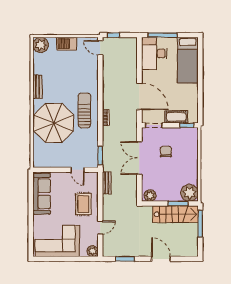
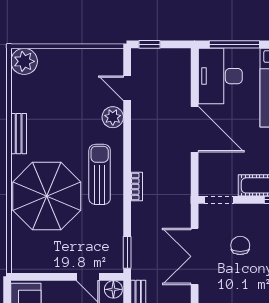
barbecue: (67, 44) -> (69, 59), removed
door: (100, 48) -> (127, 88), moved
plant: (92, 77) -> (113, 117), added
door: (139, 96) -> (195, 129), moved
floor lamp: (92, 177) -> (113, 289), added

